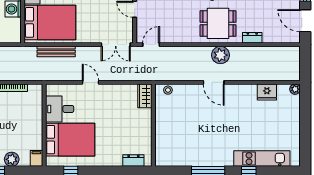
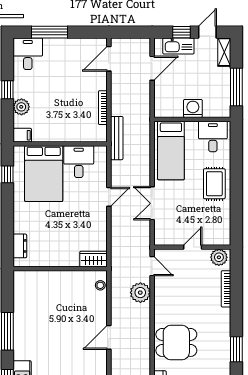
bed: (50, 22) -> (171, 151), width x0.67
dining table: (218, 23) -> (176, 342), turned 90
double door: (116, 45) -> (152, 203), moved
bench: (56, 52) -> (117, 138), moved
plant: (220, 55) -> (140, 293), moved

